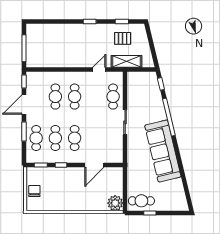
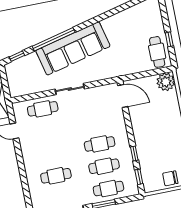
cafe table: (75, 97) -> (52, 153), removed
sofa: (163, 151) -> (73, 48), moved
door: (94, 165) -> (123, 96), moved

